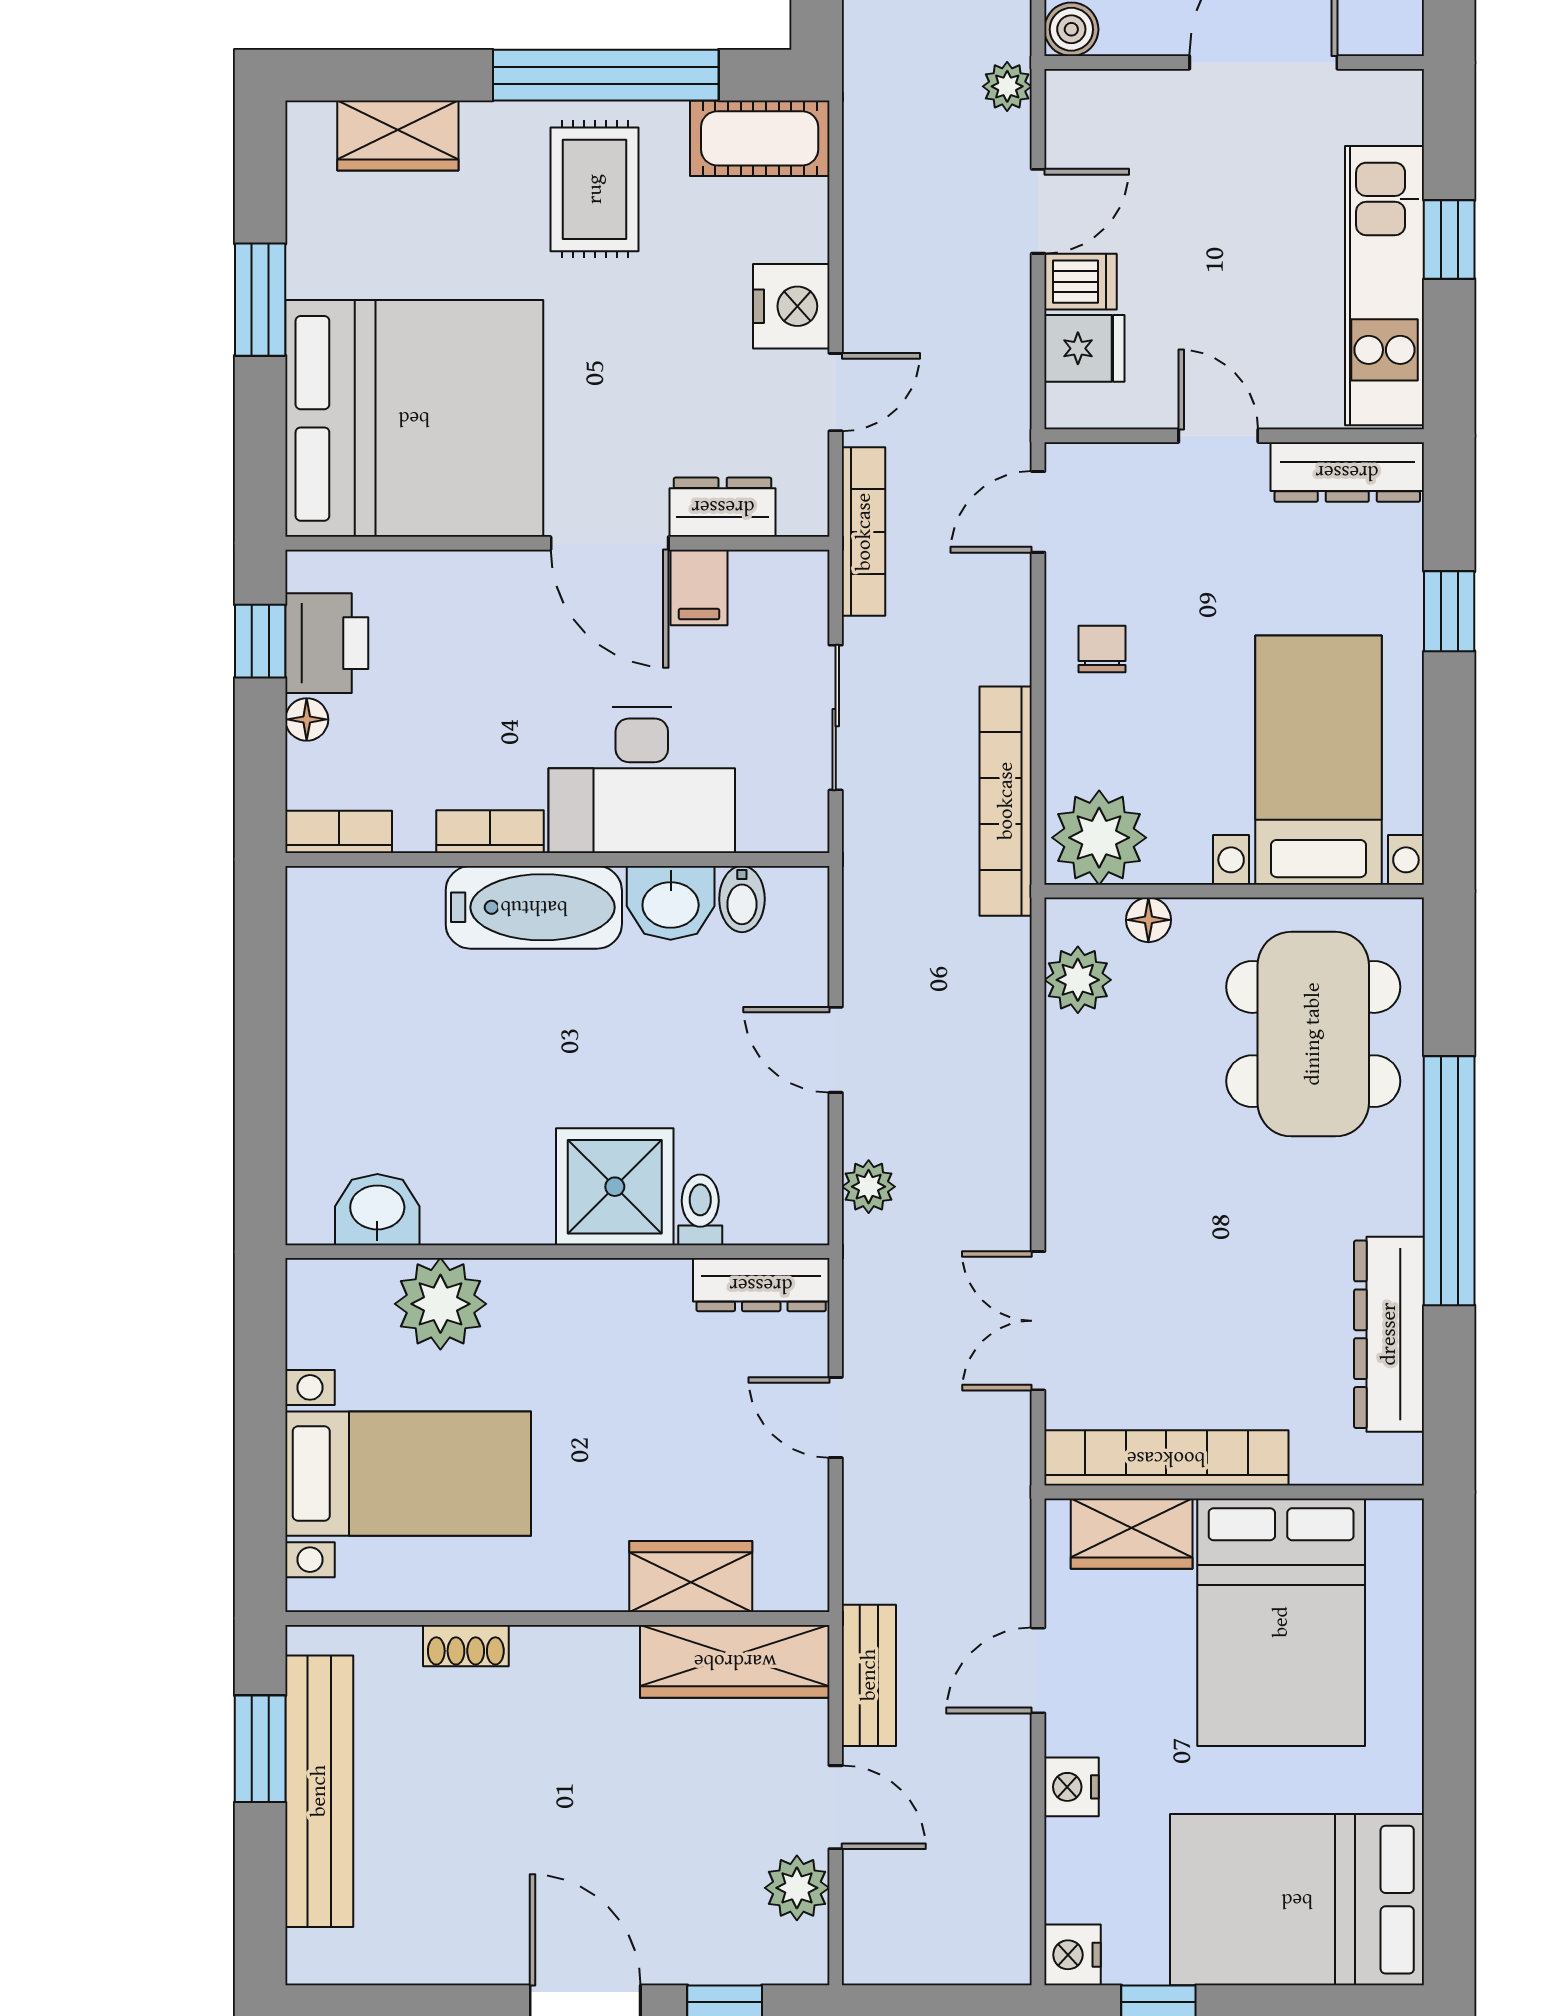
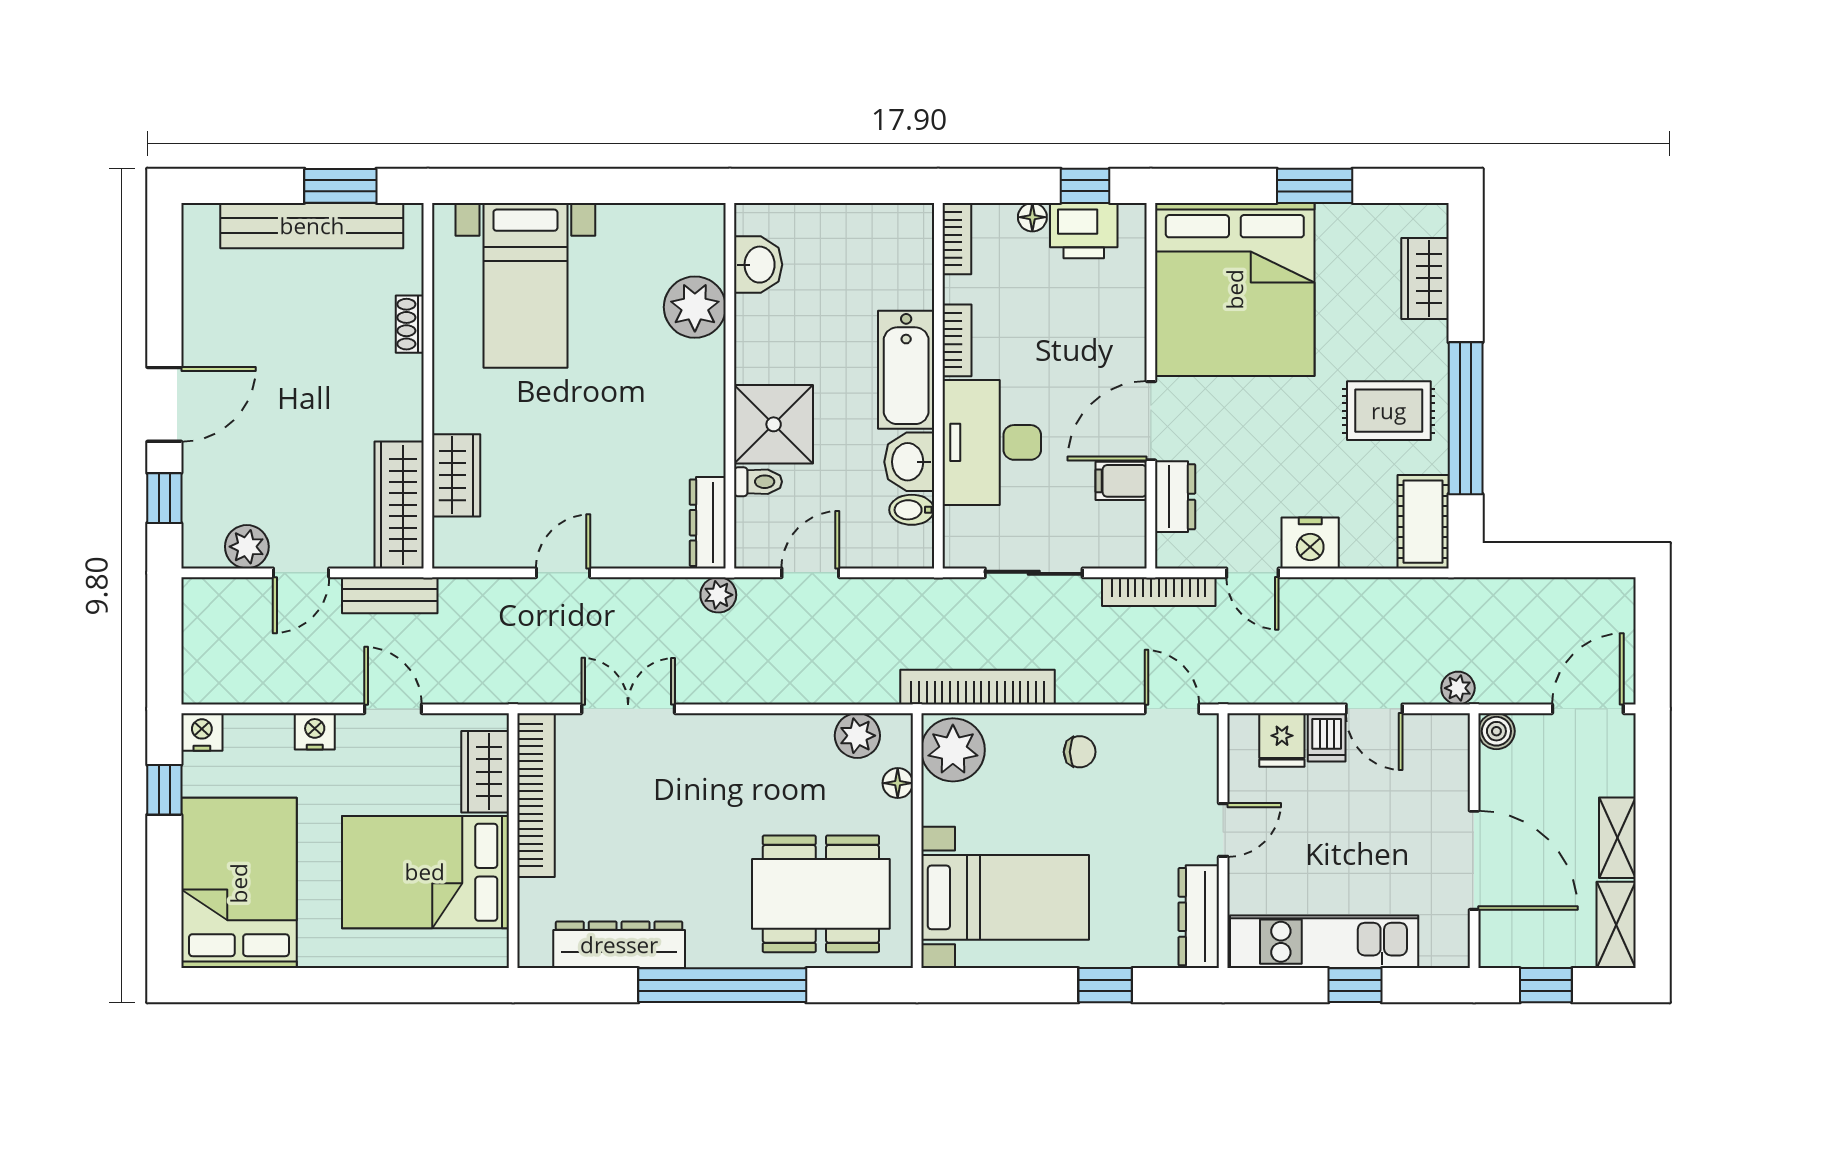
shower: (615, 1187) -> (774, 424), moved
washbasin: (377, 1210) -> (758, 265), moved
toilet: (700, 1210) -> (758, 482), moved
wall: (557, 1252) -> (730, 386), moved
dresser: (761, 1285) -> (708, 523), moved
plant: (440, 1304) -> (695, 307), moved

